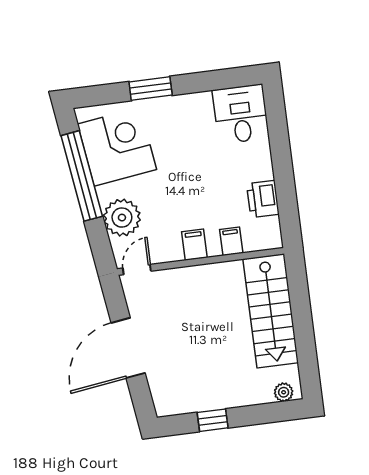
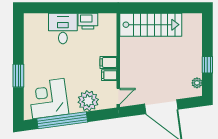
desk: (241, 114) -> (63, 28), moved, turned 90
filing cabinet: (231, 241) -> (109, 75), moved
door: (137, 270) -> (118, 96), swing flipped
plant: (284, 392) -> (197, 83), moved

